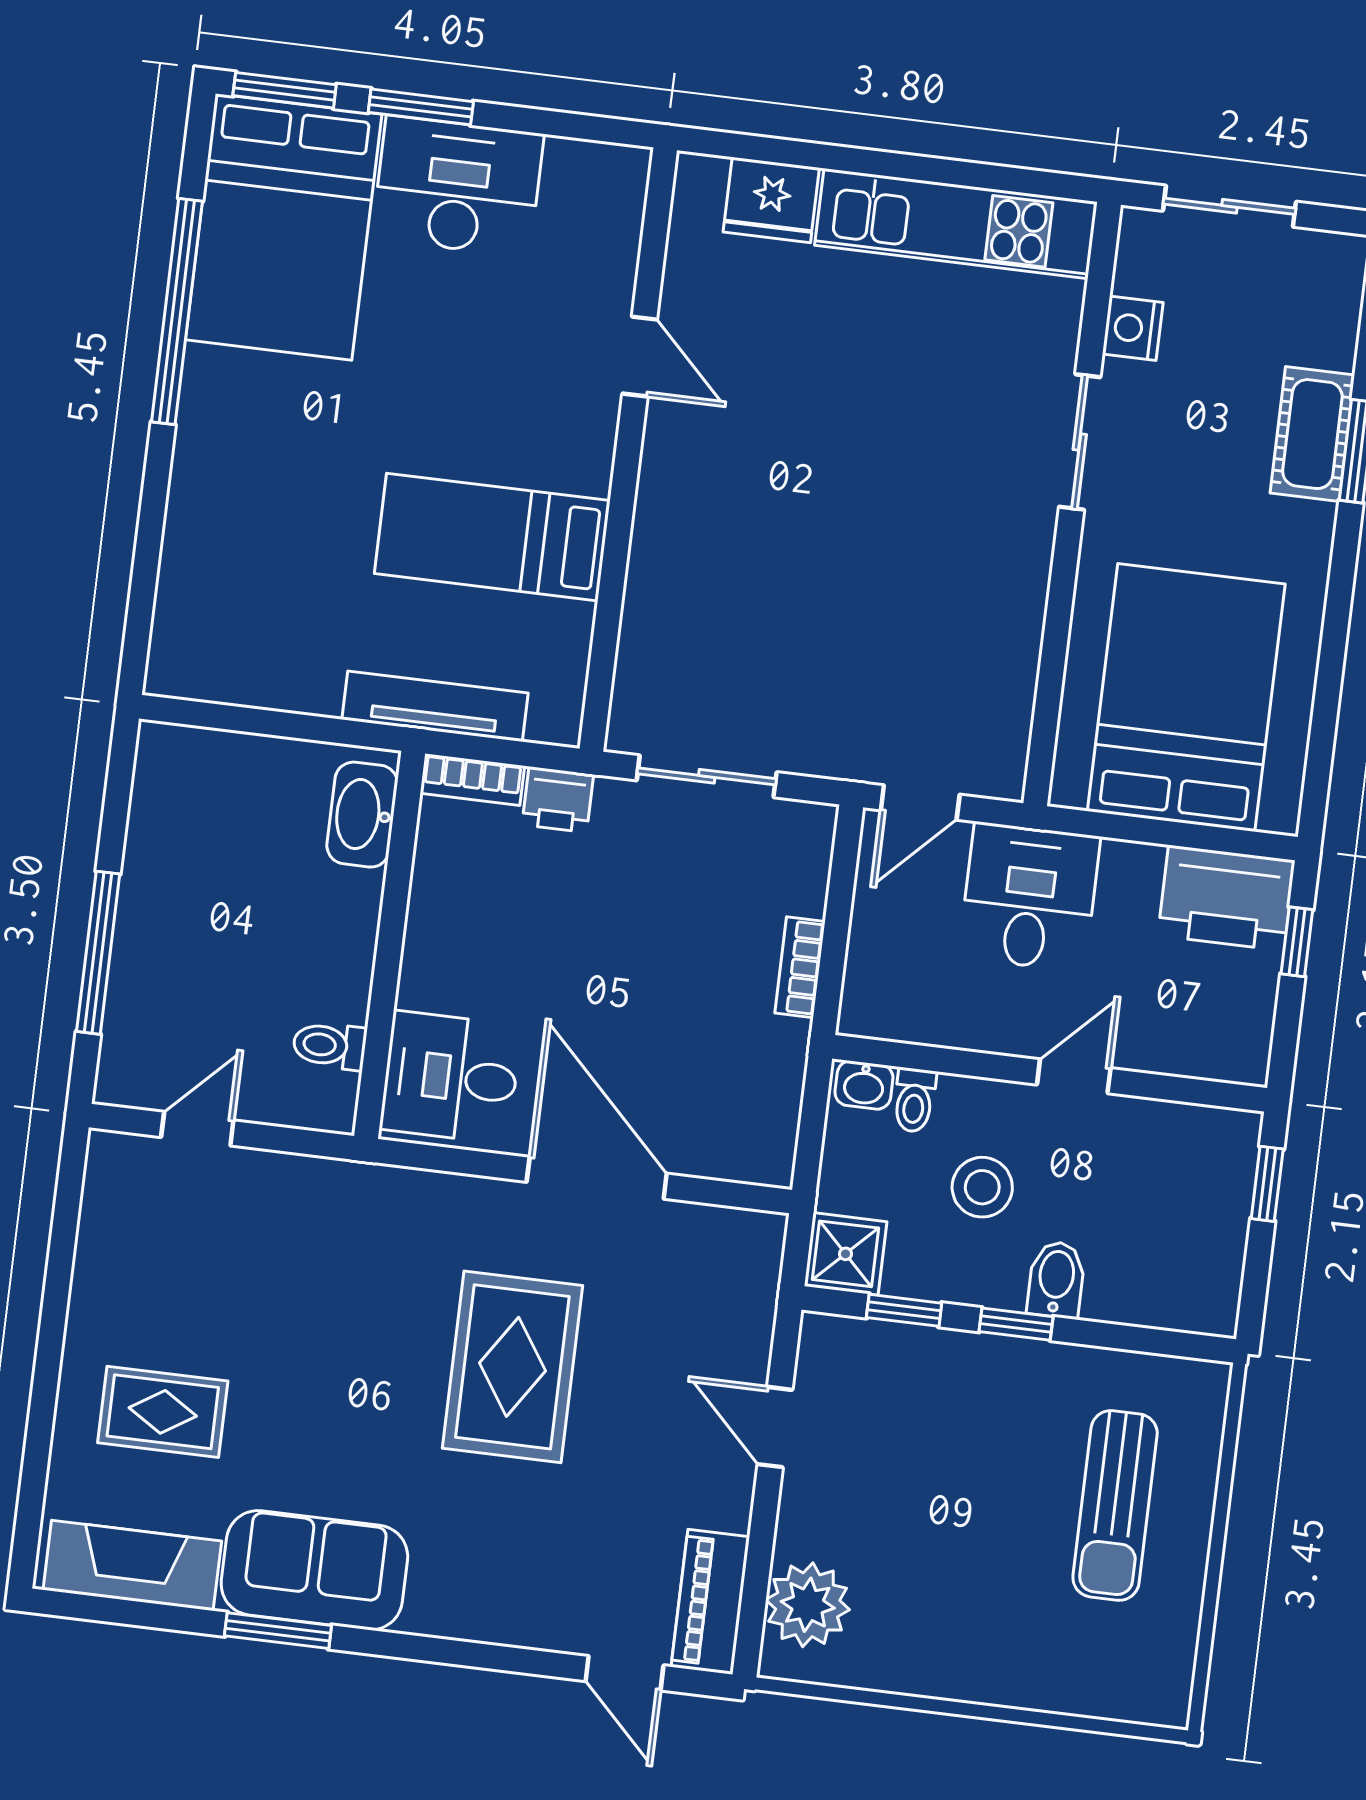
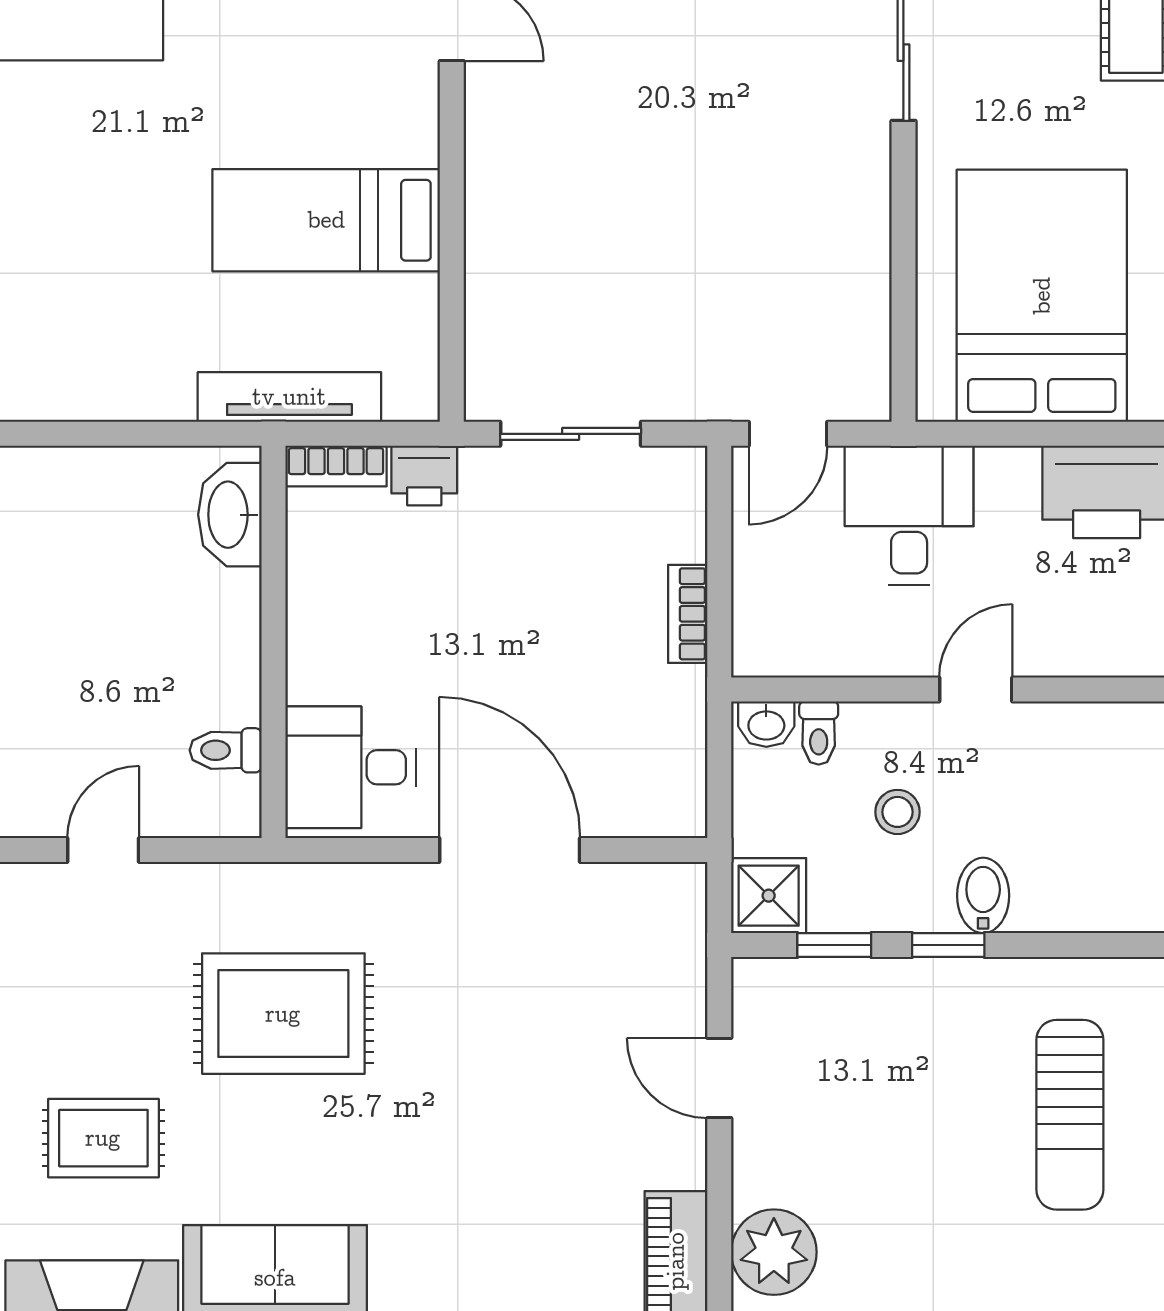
stool: (982, 1187) -> (898, 812), width x0.73, depth x0.73
rug: (512, 1367) -> (283, 1014), moved, turned 90

